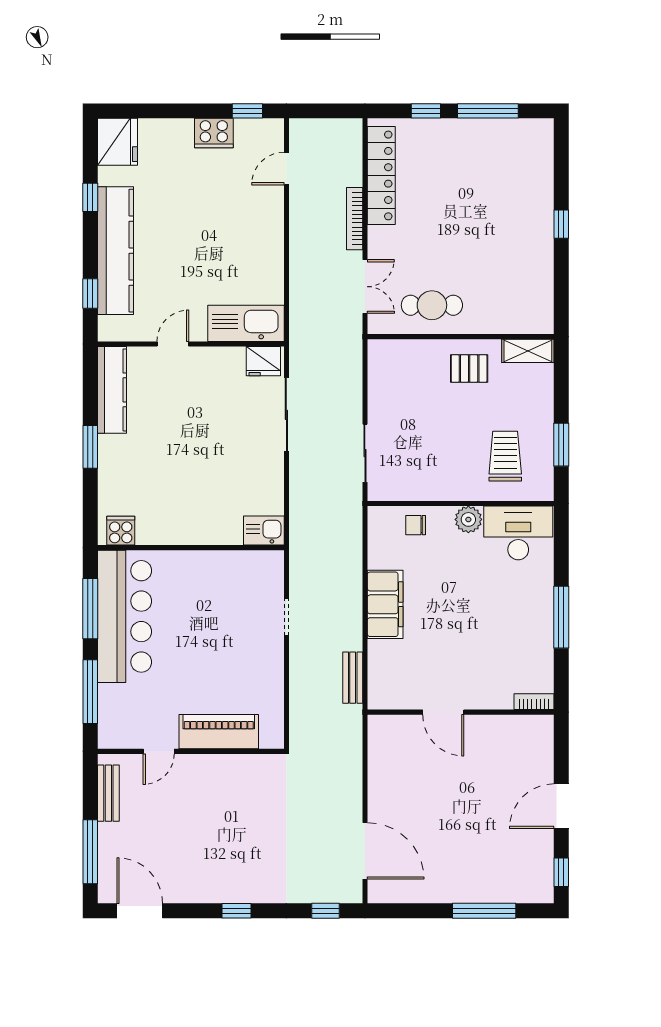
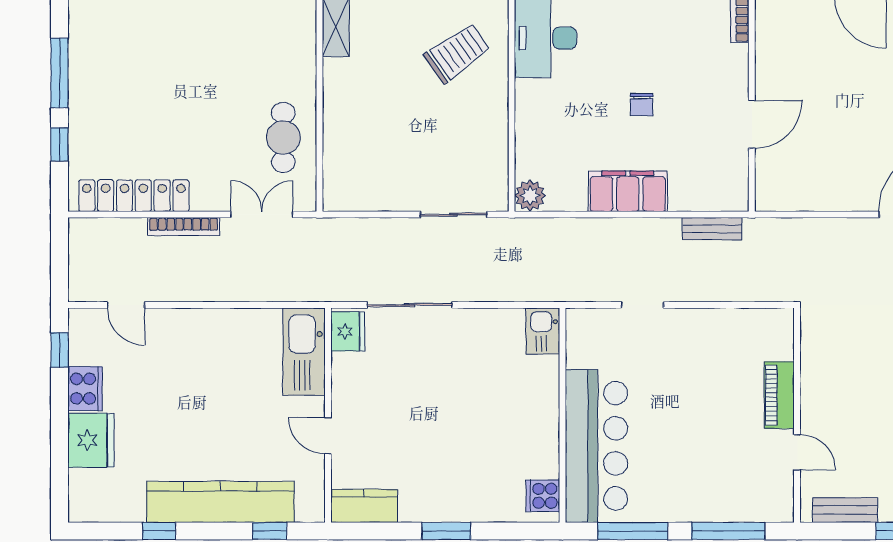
fridge: (117, 142) -> (91, 440), moved, turned 90
pallet: (469, 368) -> (356, 95), removed
kitchen counter: (112, 390) -> (364, 506), width x0.67
trolley: (505, 456) -> (457, 53), turned 145
plant: (468, 519) -> (530, 196), moved
chair: (416, 525) -> (642, 105), moved
bar counter: (125, 616) -> (596, 446), moved, turned 90
piano: (219, 732) -> (779, 395), width x0.73, depth x0.75

